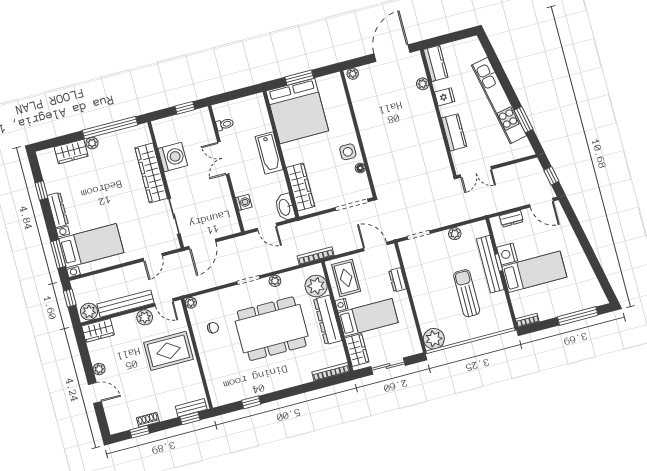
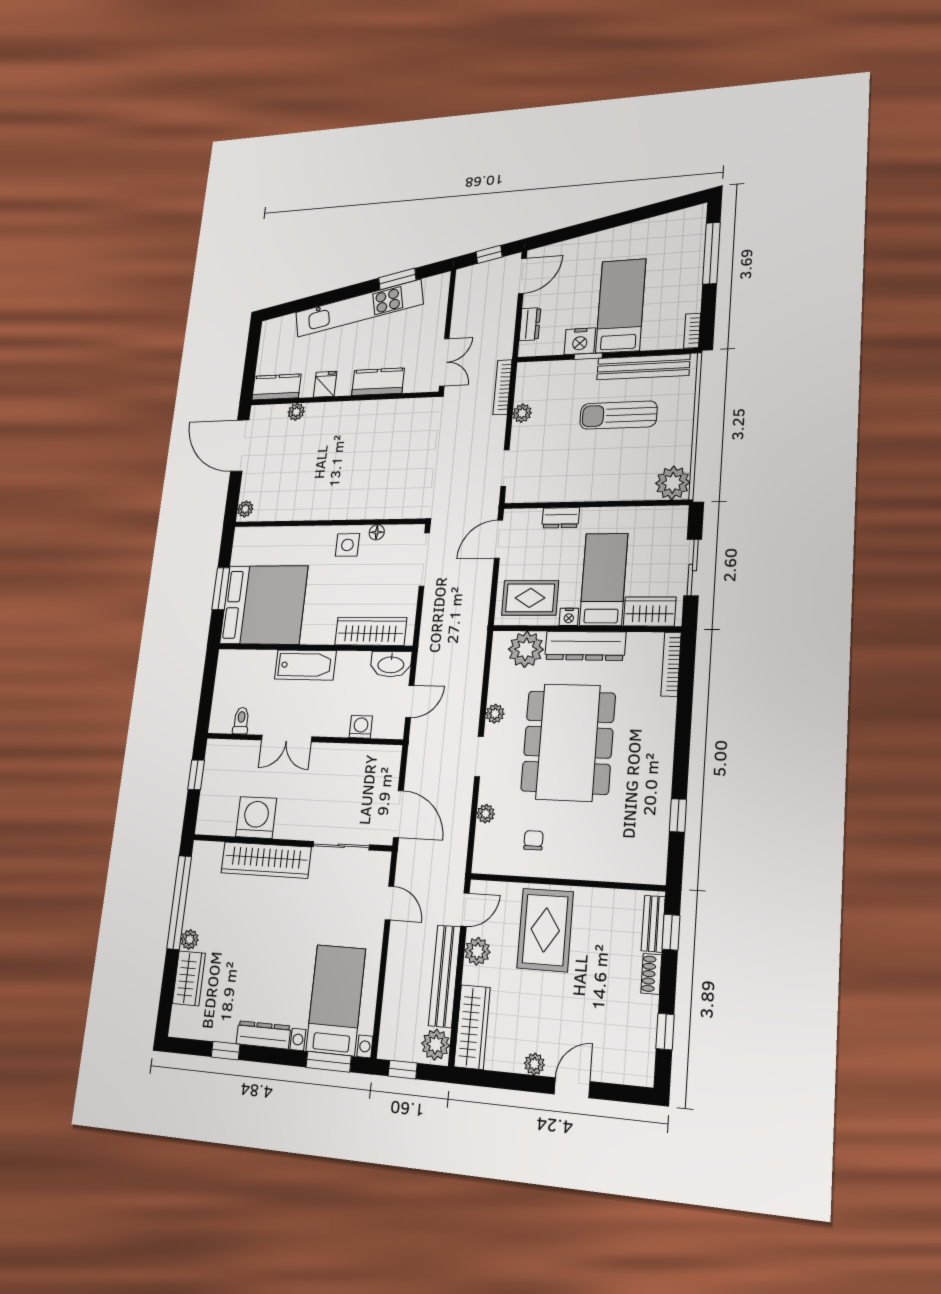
bookcase: (316, 256) -> (502, 387), moved
bench: (490, 264) -> (643, 367), moved
plant: (191, 303) -> (486, 814), moved
wardrobe: (98, 330) -> (472, 1027), width x1.50
shoe rack: (148, 420) -> (651, 974), moved

